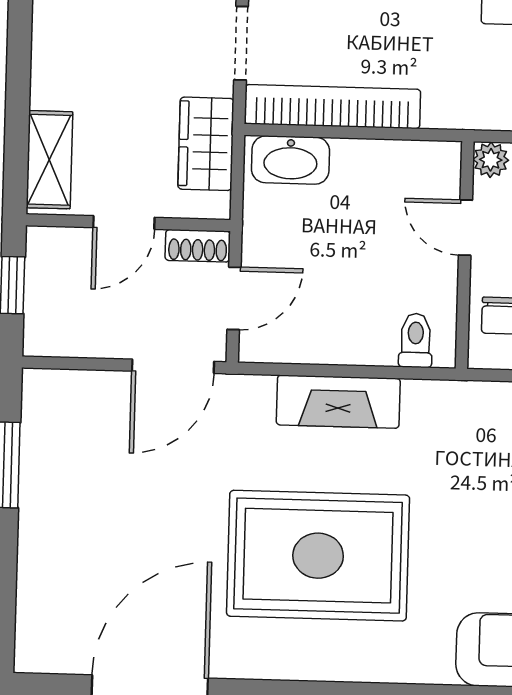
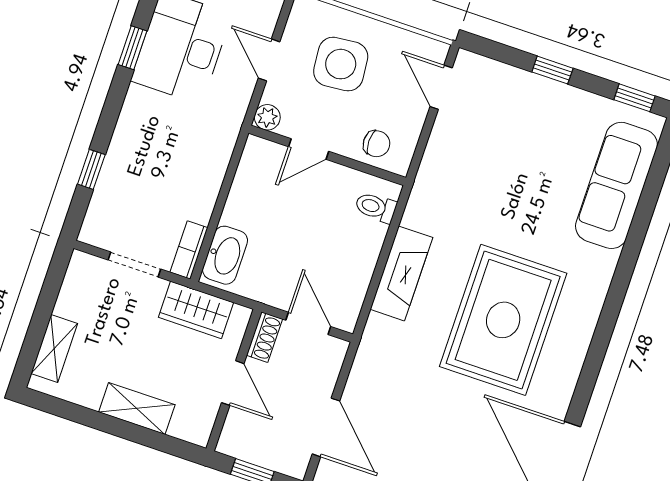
bookcase: (332, 107) -> (189, 250), width x0.43, depth x0.76
shelving: (49, 160) -> (137, 408), moved
door: (173, 366) -> (326, 427), moved

